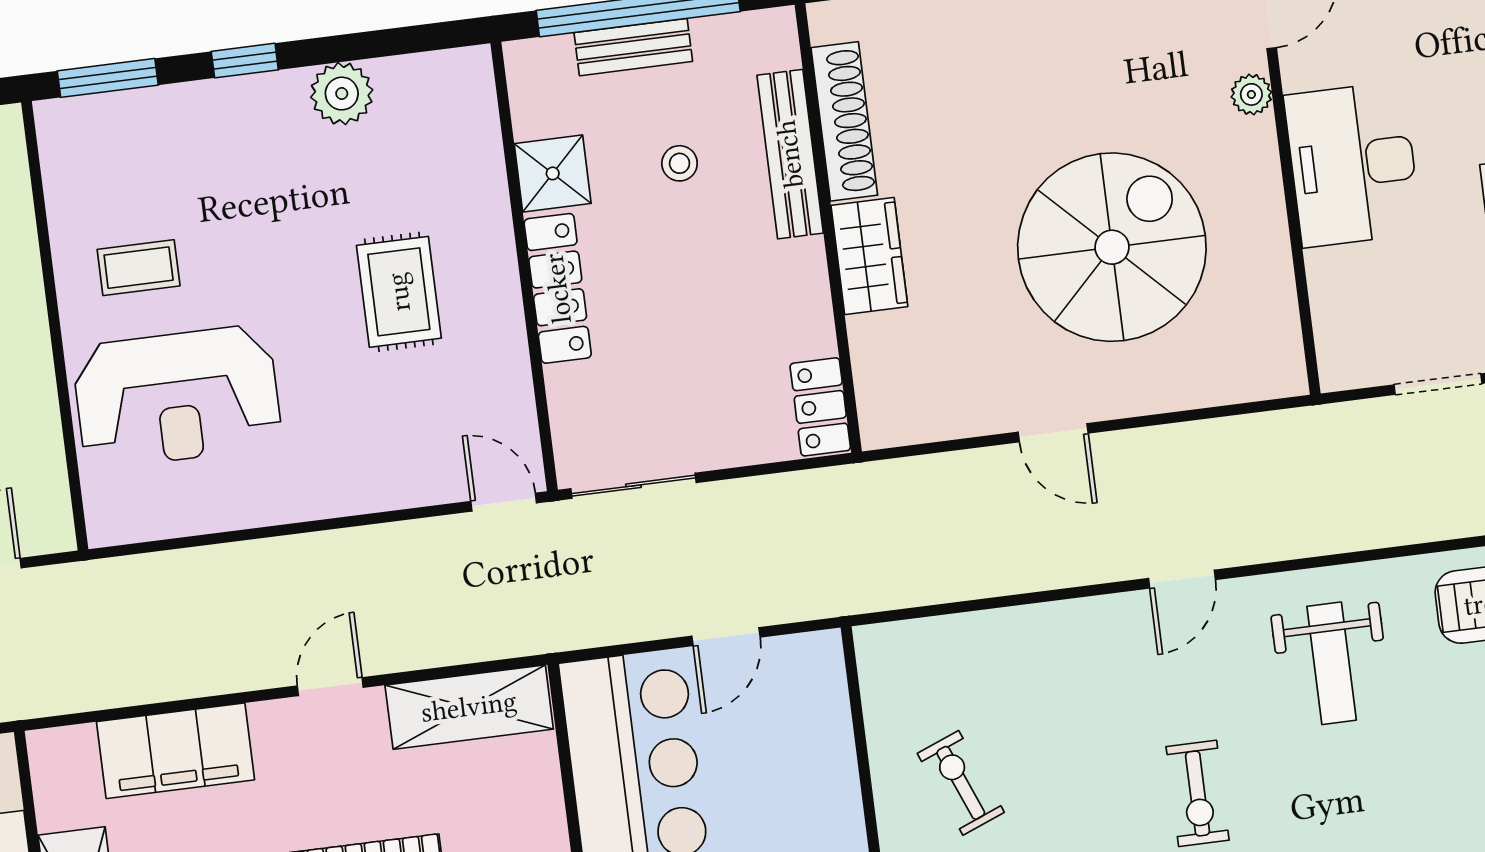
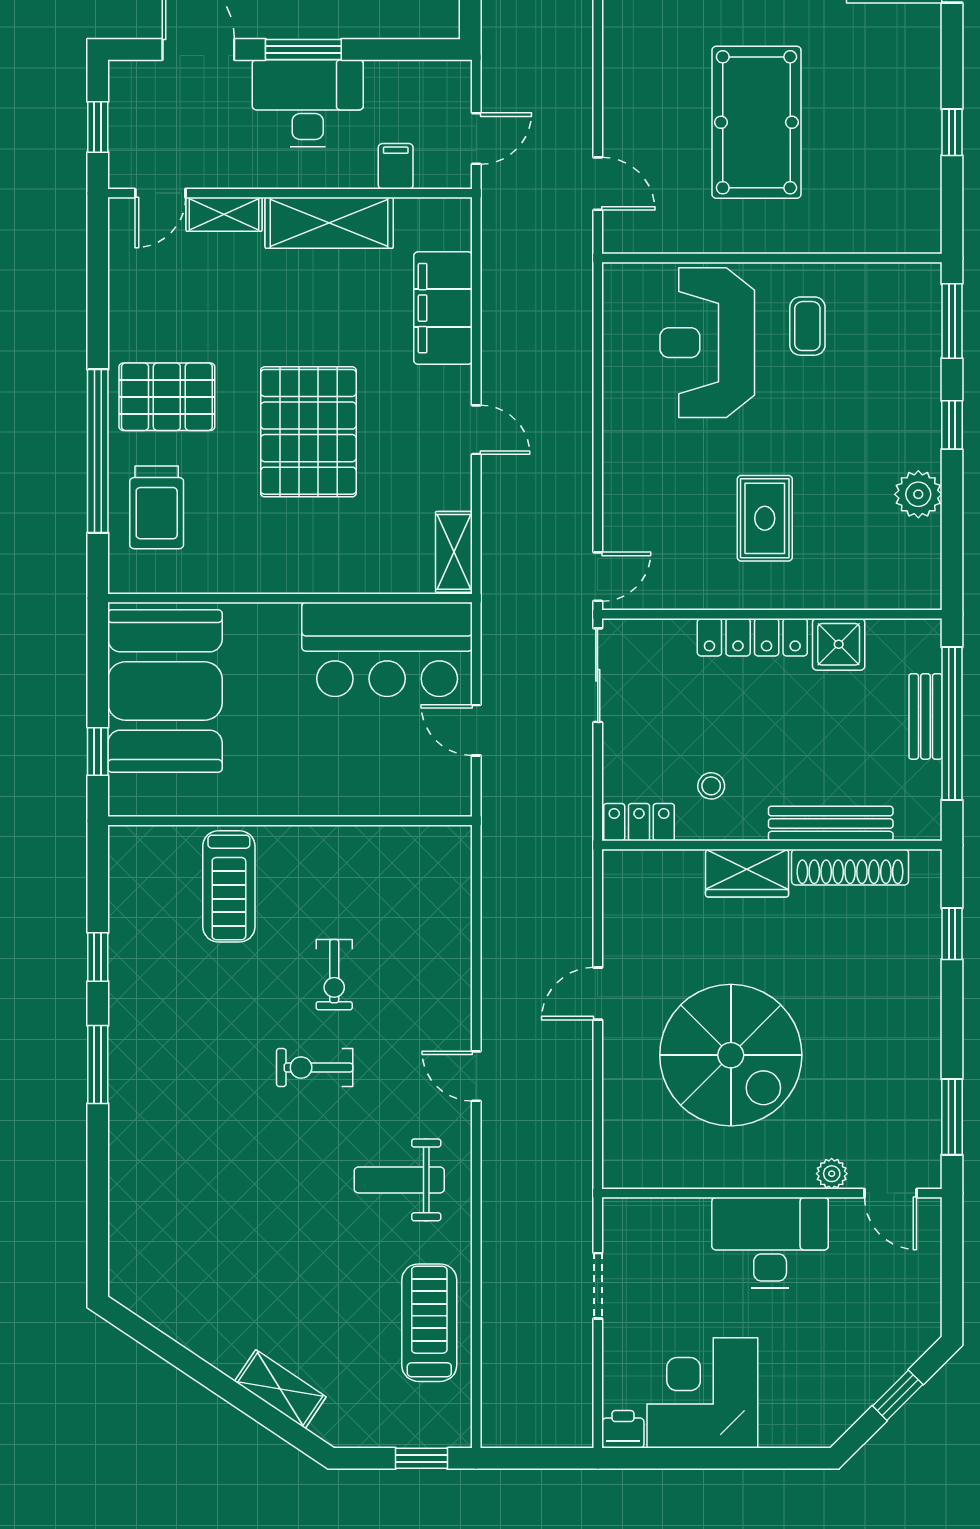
stool: (680, 163) -> (711, 786), moved
rug: (399, 292) -> (765, 518), turned 90
shelving: (469, 707) -> (454, 552), width x0.67, depth x0.75
exercise bike: (961, 783) -> (334, 975), moved, turned 112

